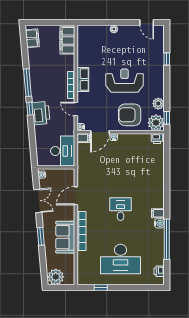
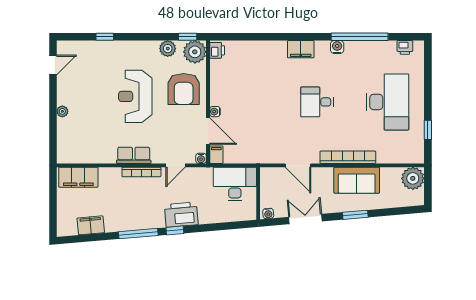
filing cabinet: (32, 38) -> (91, 225), moved
filing cabinet: (158, 213) -> (301, 49), moved, width x2.00
plant: (56, 277) -> (413, 178), moved

